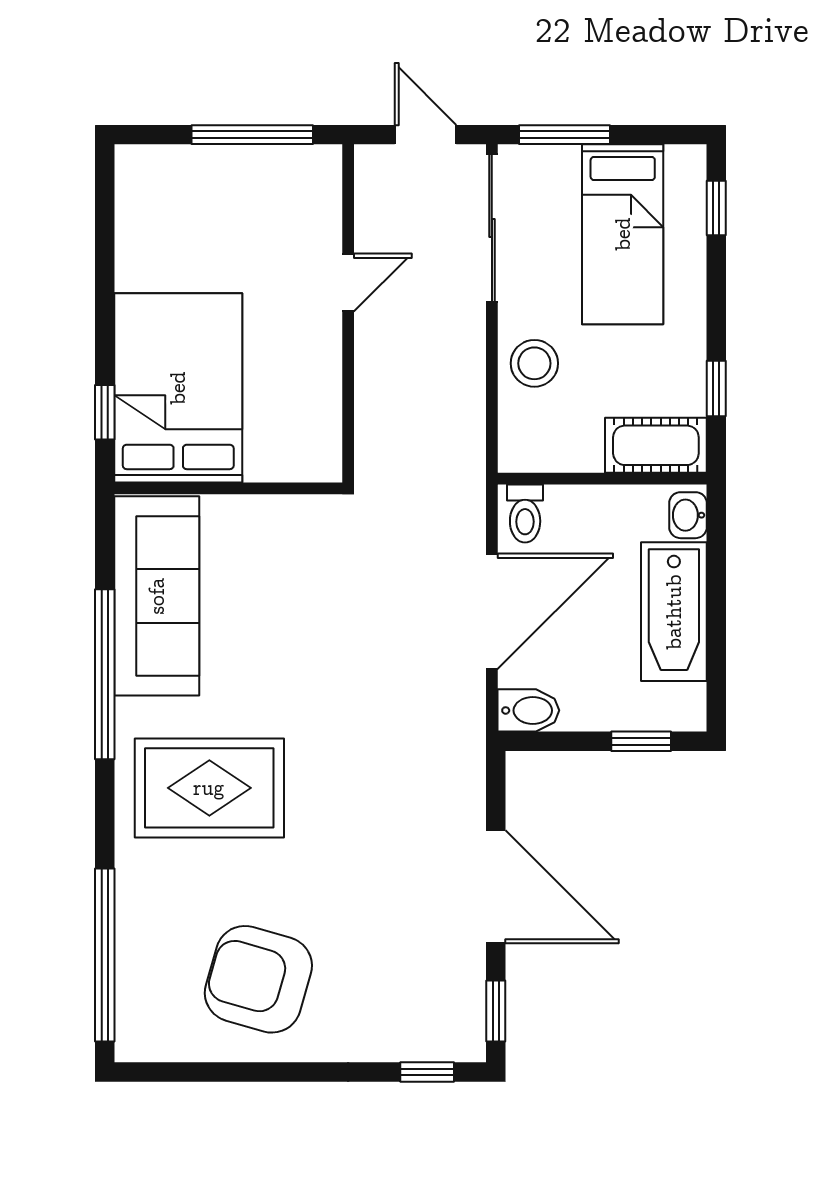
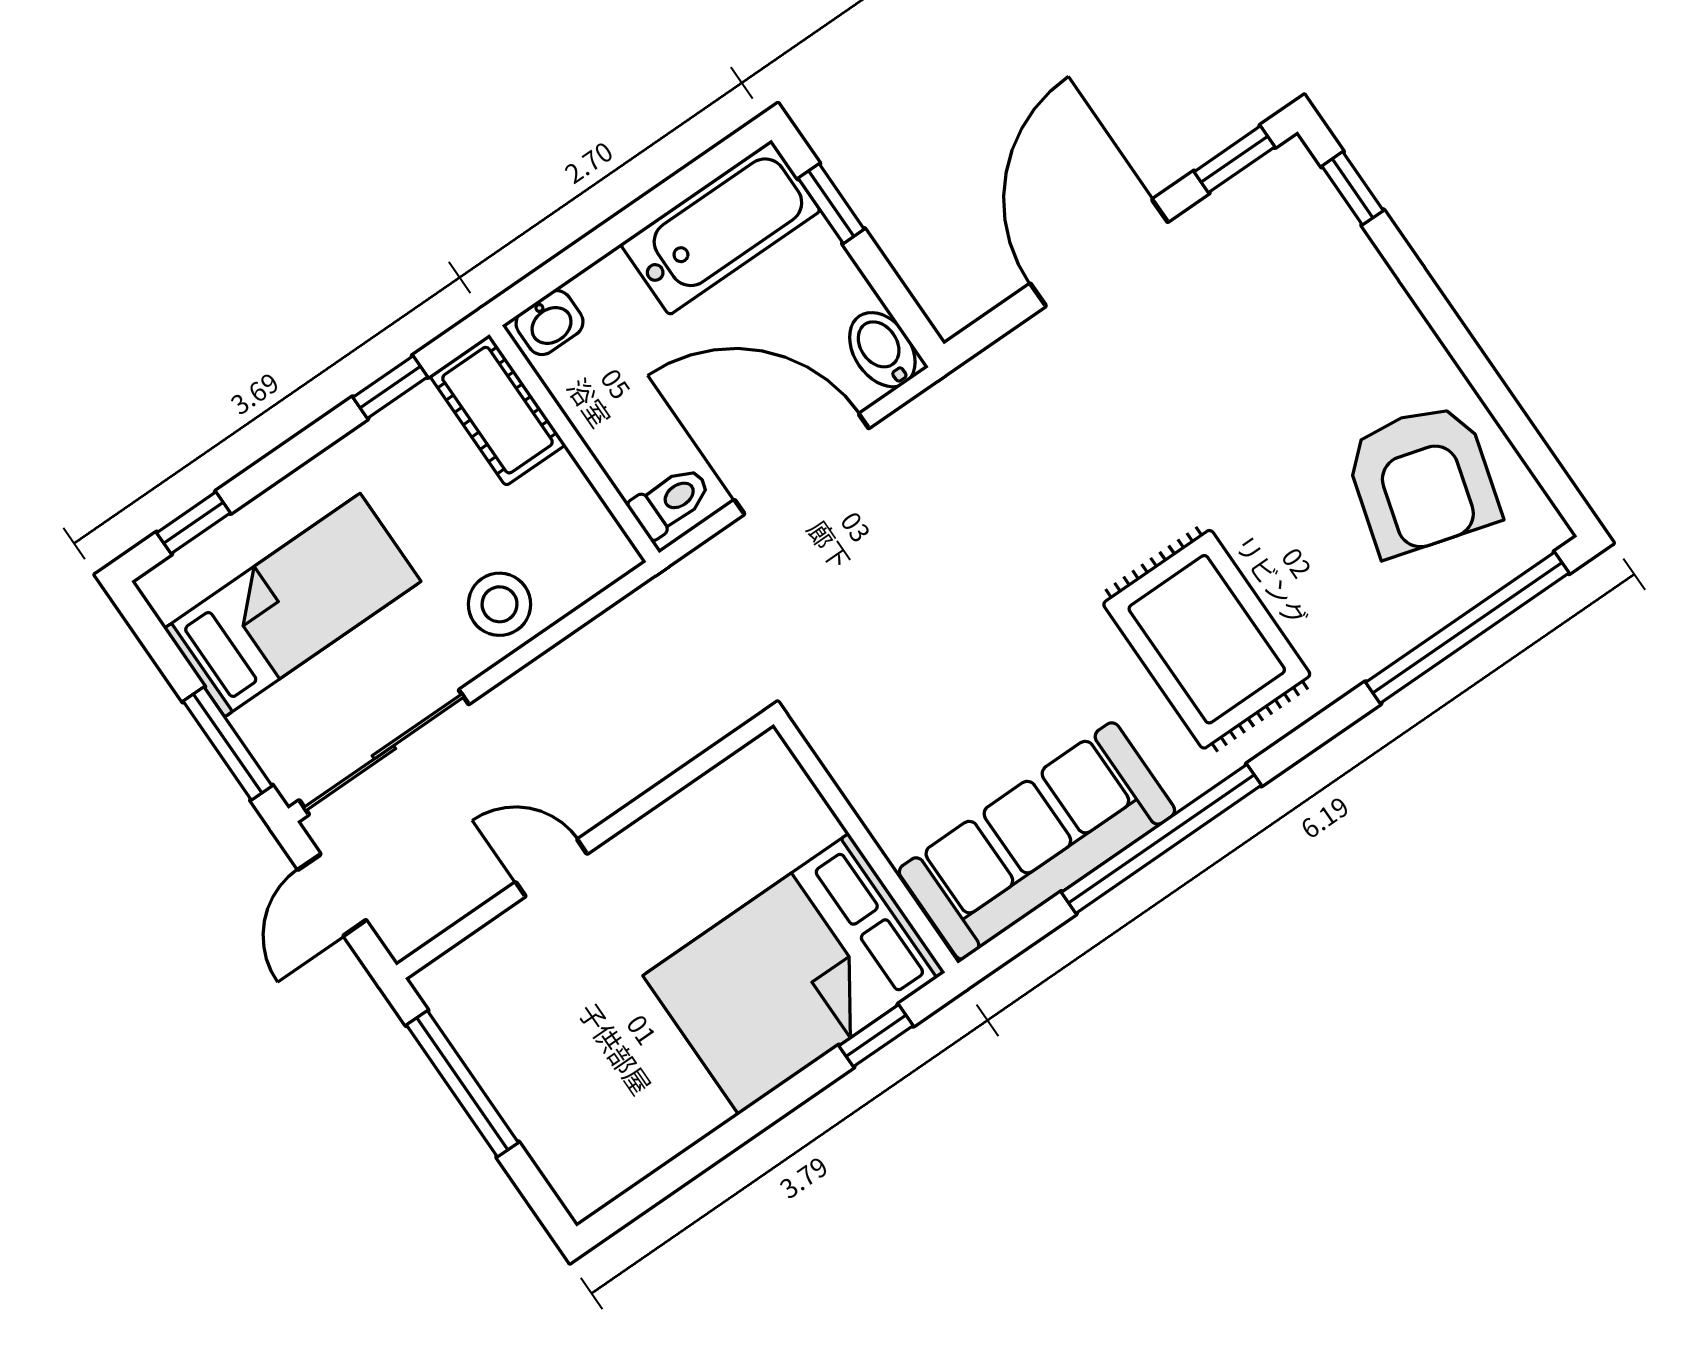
bathtub: (674, 612) -> (720, 227), moved
armchair: (258, 979) -> (1422, 479), moved

